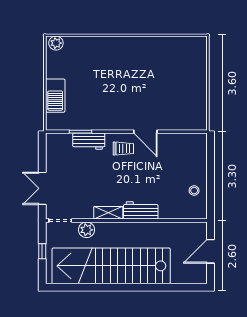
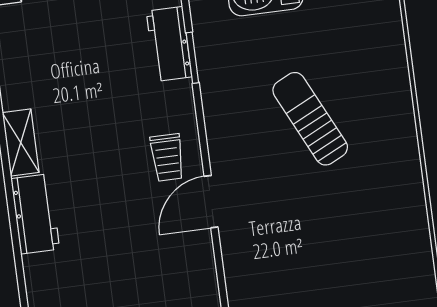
sun lounger: (114, 83) -> (310, 119), added
workbench: (89, 141) -> (169, 44), moved

